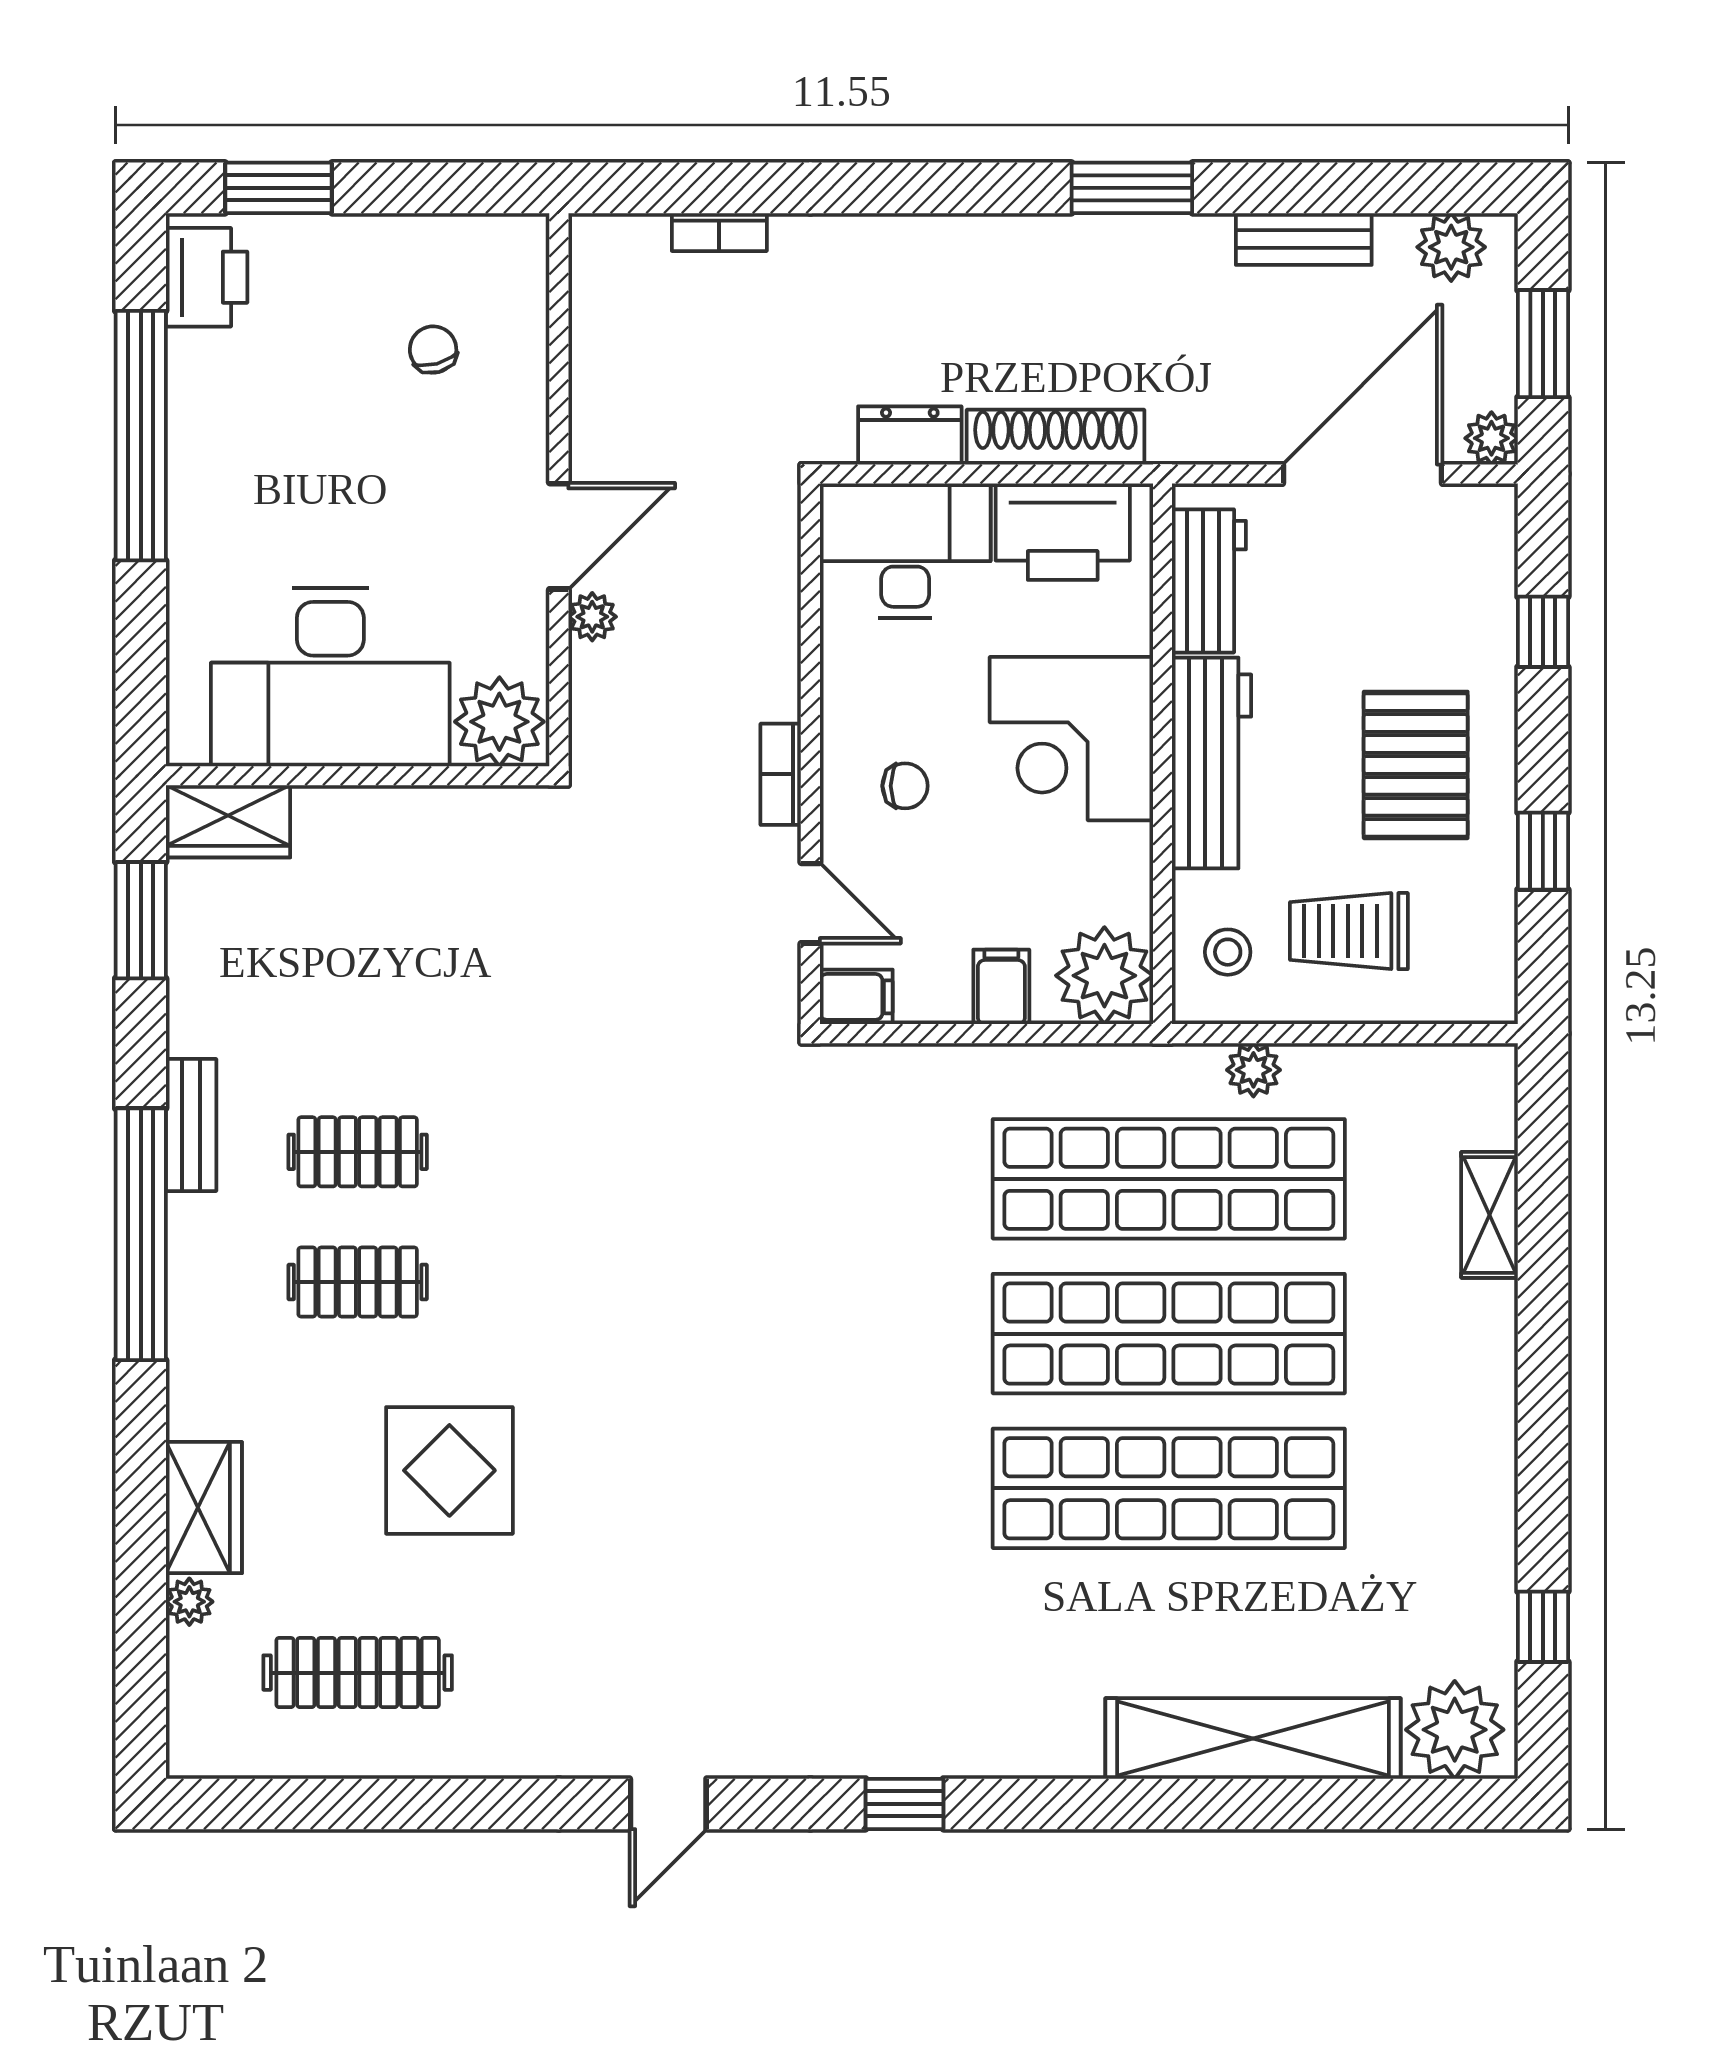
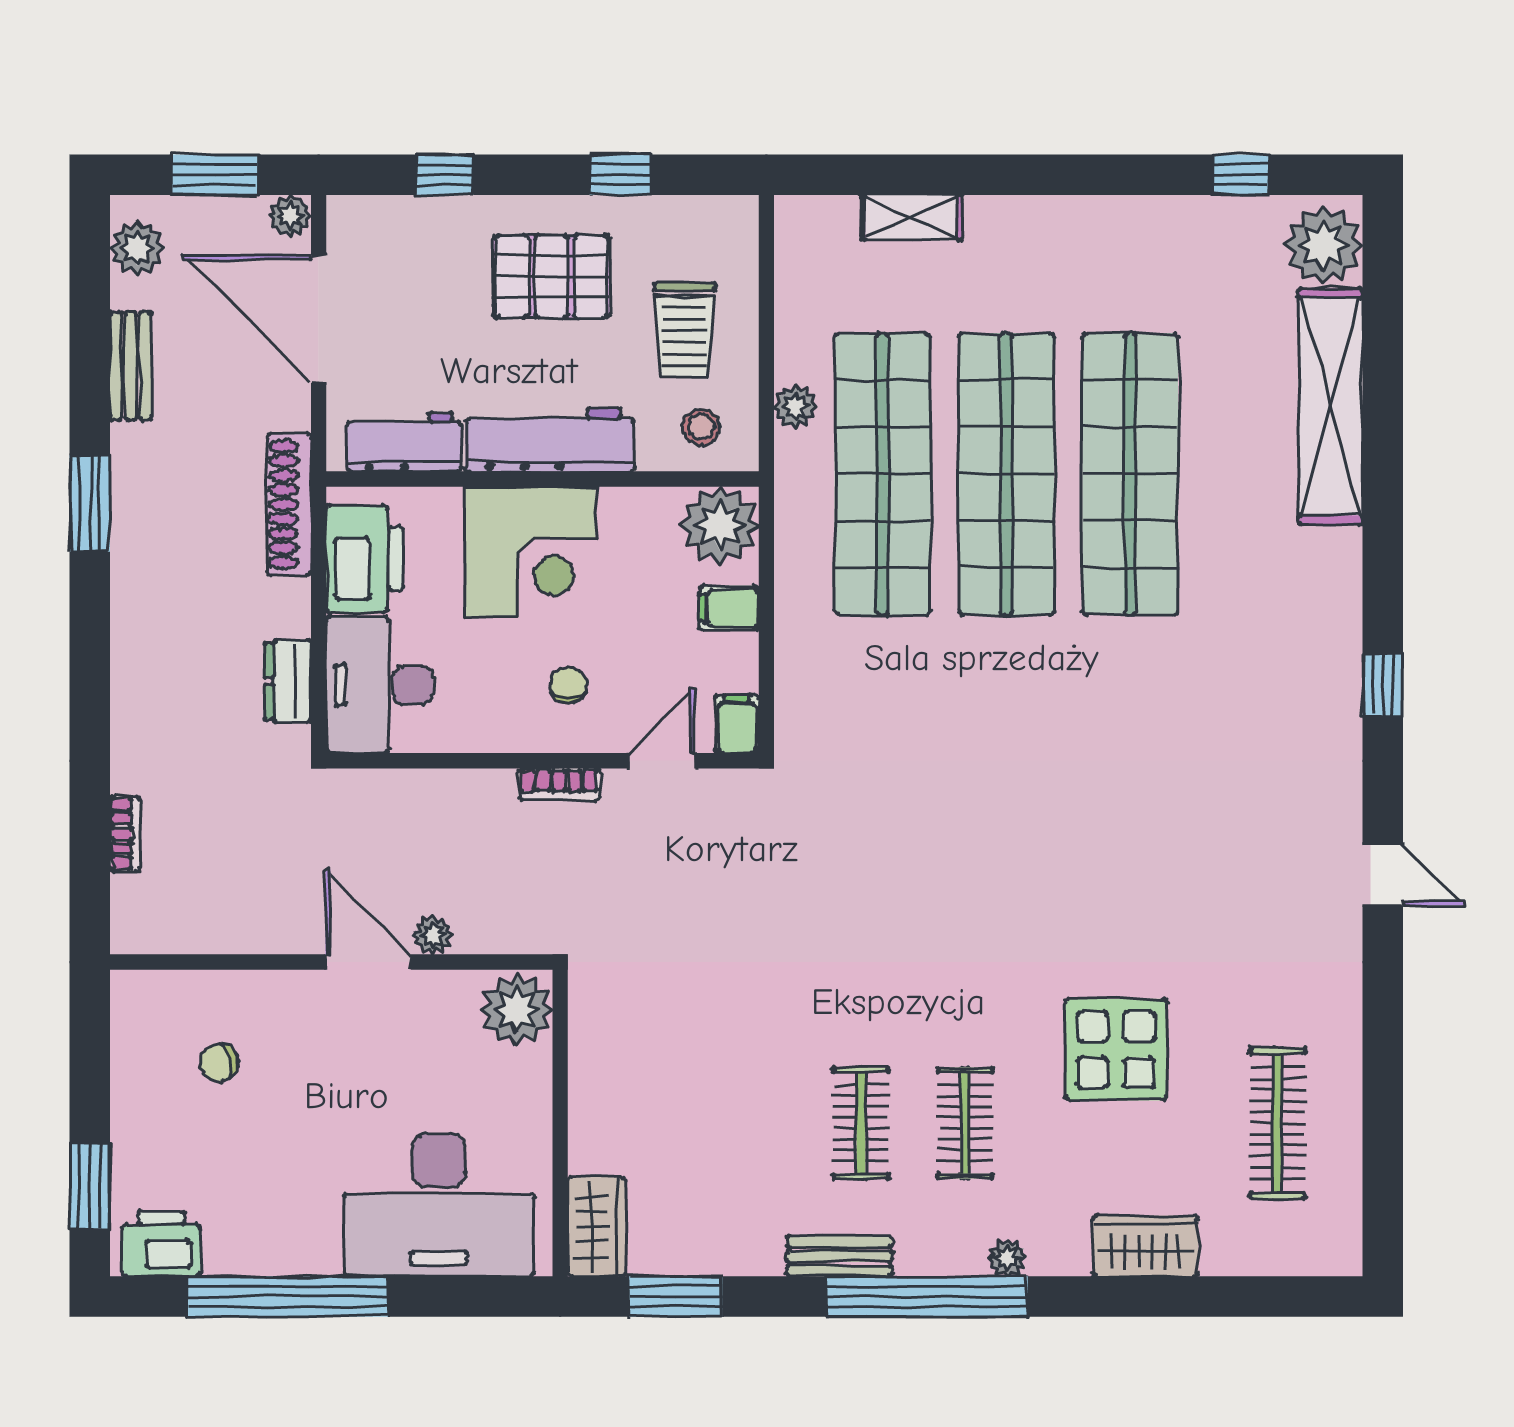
shoe rack: (1055, 437) -> (289, 505), moved
desk: (330, 677) -> (439, 1205), moved, turned 90
plant: (189, 1602) -> (1007, 1258), moved

